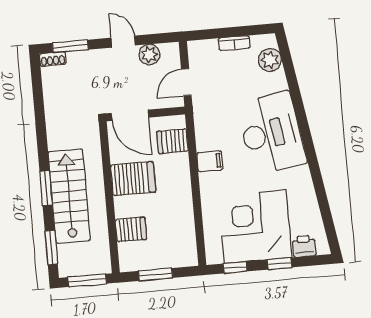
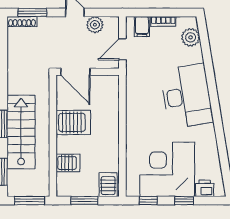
shoe rack: (53, 59) -> (22, 22), width x1.43
server rack: (173, 141) -> (108, 185), moved, turned 90
filing cabinet: (210, 161) -> (142, 27), moved, turned 90

